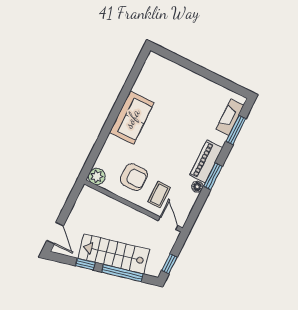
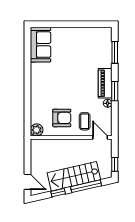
fireplace: (230, 117) -> (106, 46), removed
sofa: (132, 118) -> (41, 45), moved

